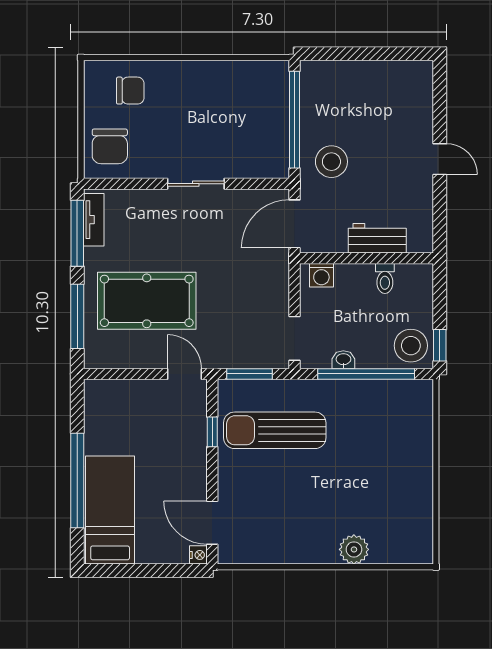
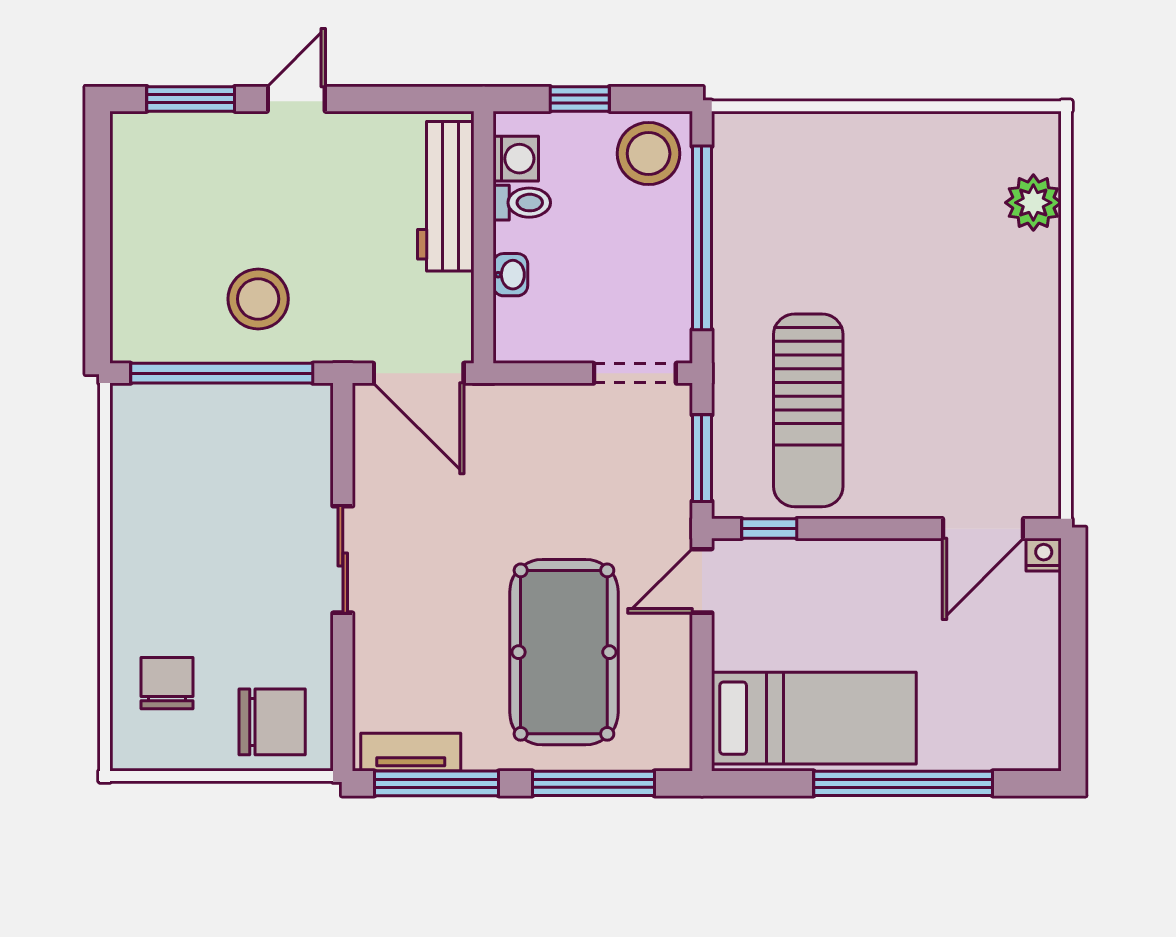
window: (440, 103) -> (191, 99), added
stool: (331, 162) -> (258, 299), moved
workbench: (377, 238) -> (446, 196), width x1.38
washing machine: (321, 275) -> (516, 159), moved
window: (440, 345) -> (580, 99), moved
washbasin: (343, 360) -> (510, 275), moved, turned 180
window: (212, 432) -> (769, 529), moved
bed: (110, 510) -> (814, 718), moved, turned 180
plant: (354, 549) -> (1033, 203), moved

